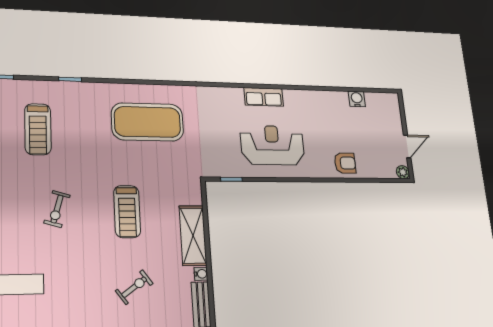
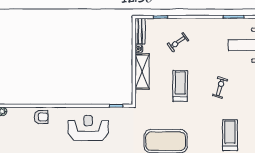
reception desk: (272, 145) -> (88, 128), turned 180
armchair: (345, 163) -> (41, 117), turned 180

